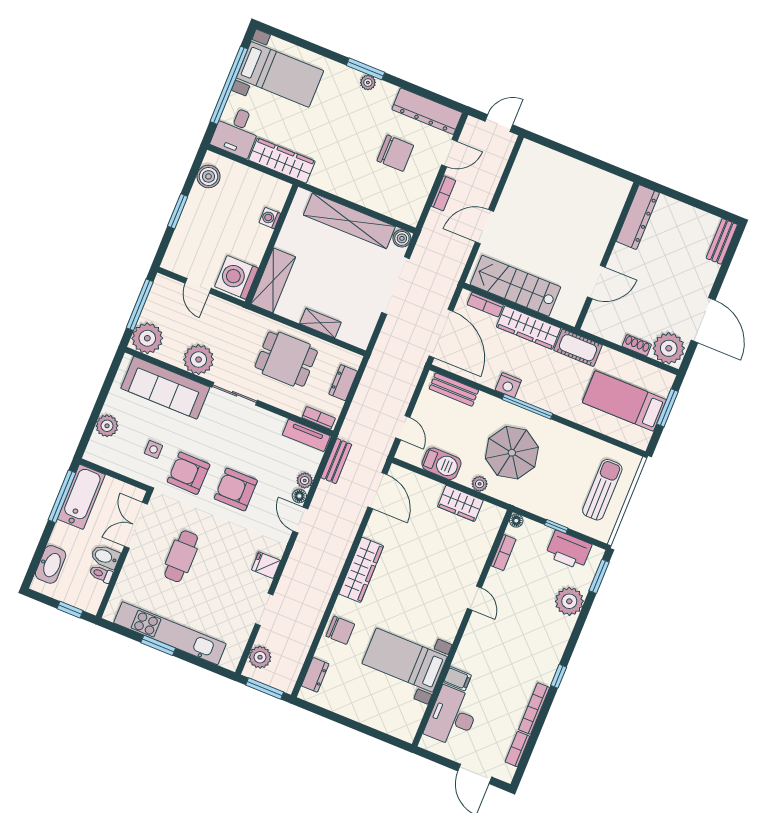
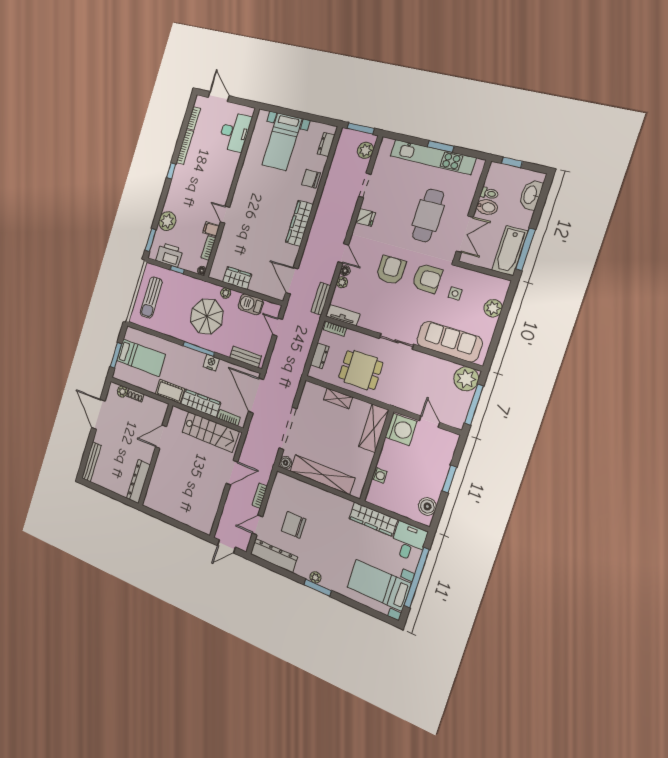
bench: (722, 241) -> (91, 462), width x1.36
plant: (669, 348) -> (122, 391), width x0.53, depth x0.53
plant: (199, 360) -> (425, 365), removed
armchair: (236, 489) -> (391, 270), turned -90
cafe table: (181, 556) -> (428, 215), width x1.37, depth x1.35
bed with nightstands: (405, 660) -> (282, 142), moved, turned 90
filing cabinet: (457, 679) -> (211, 229), moved

